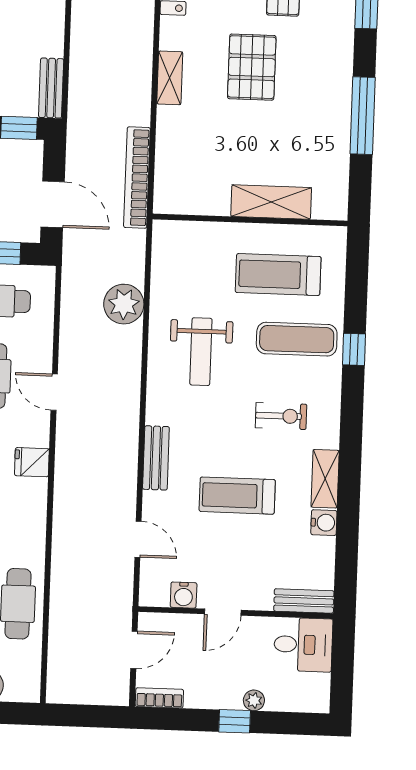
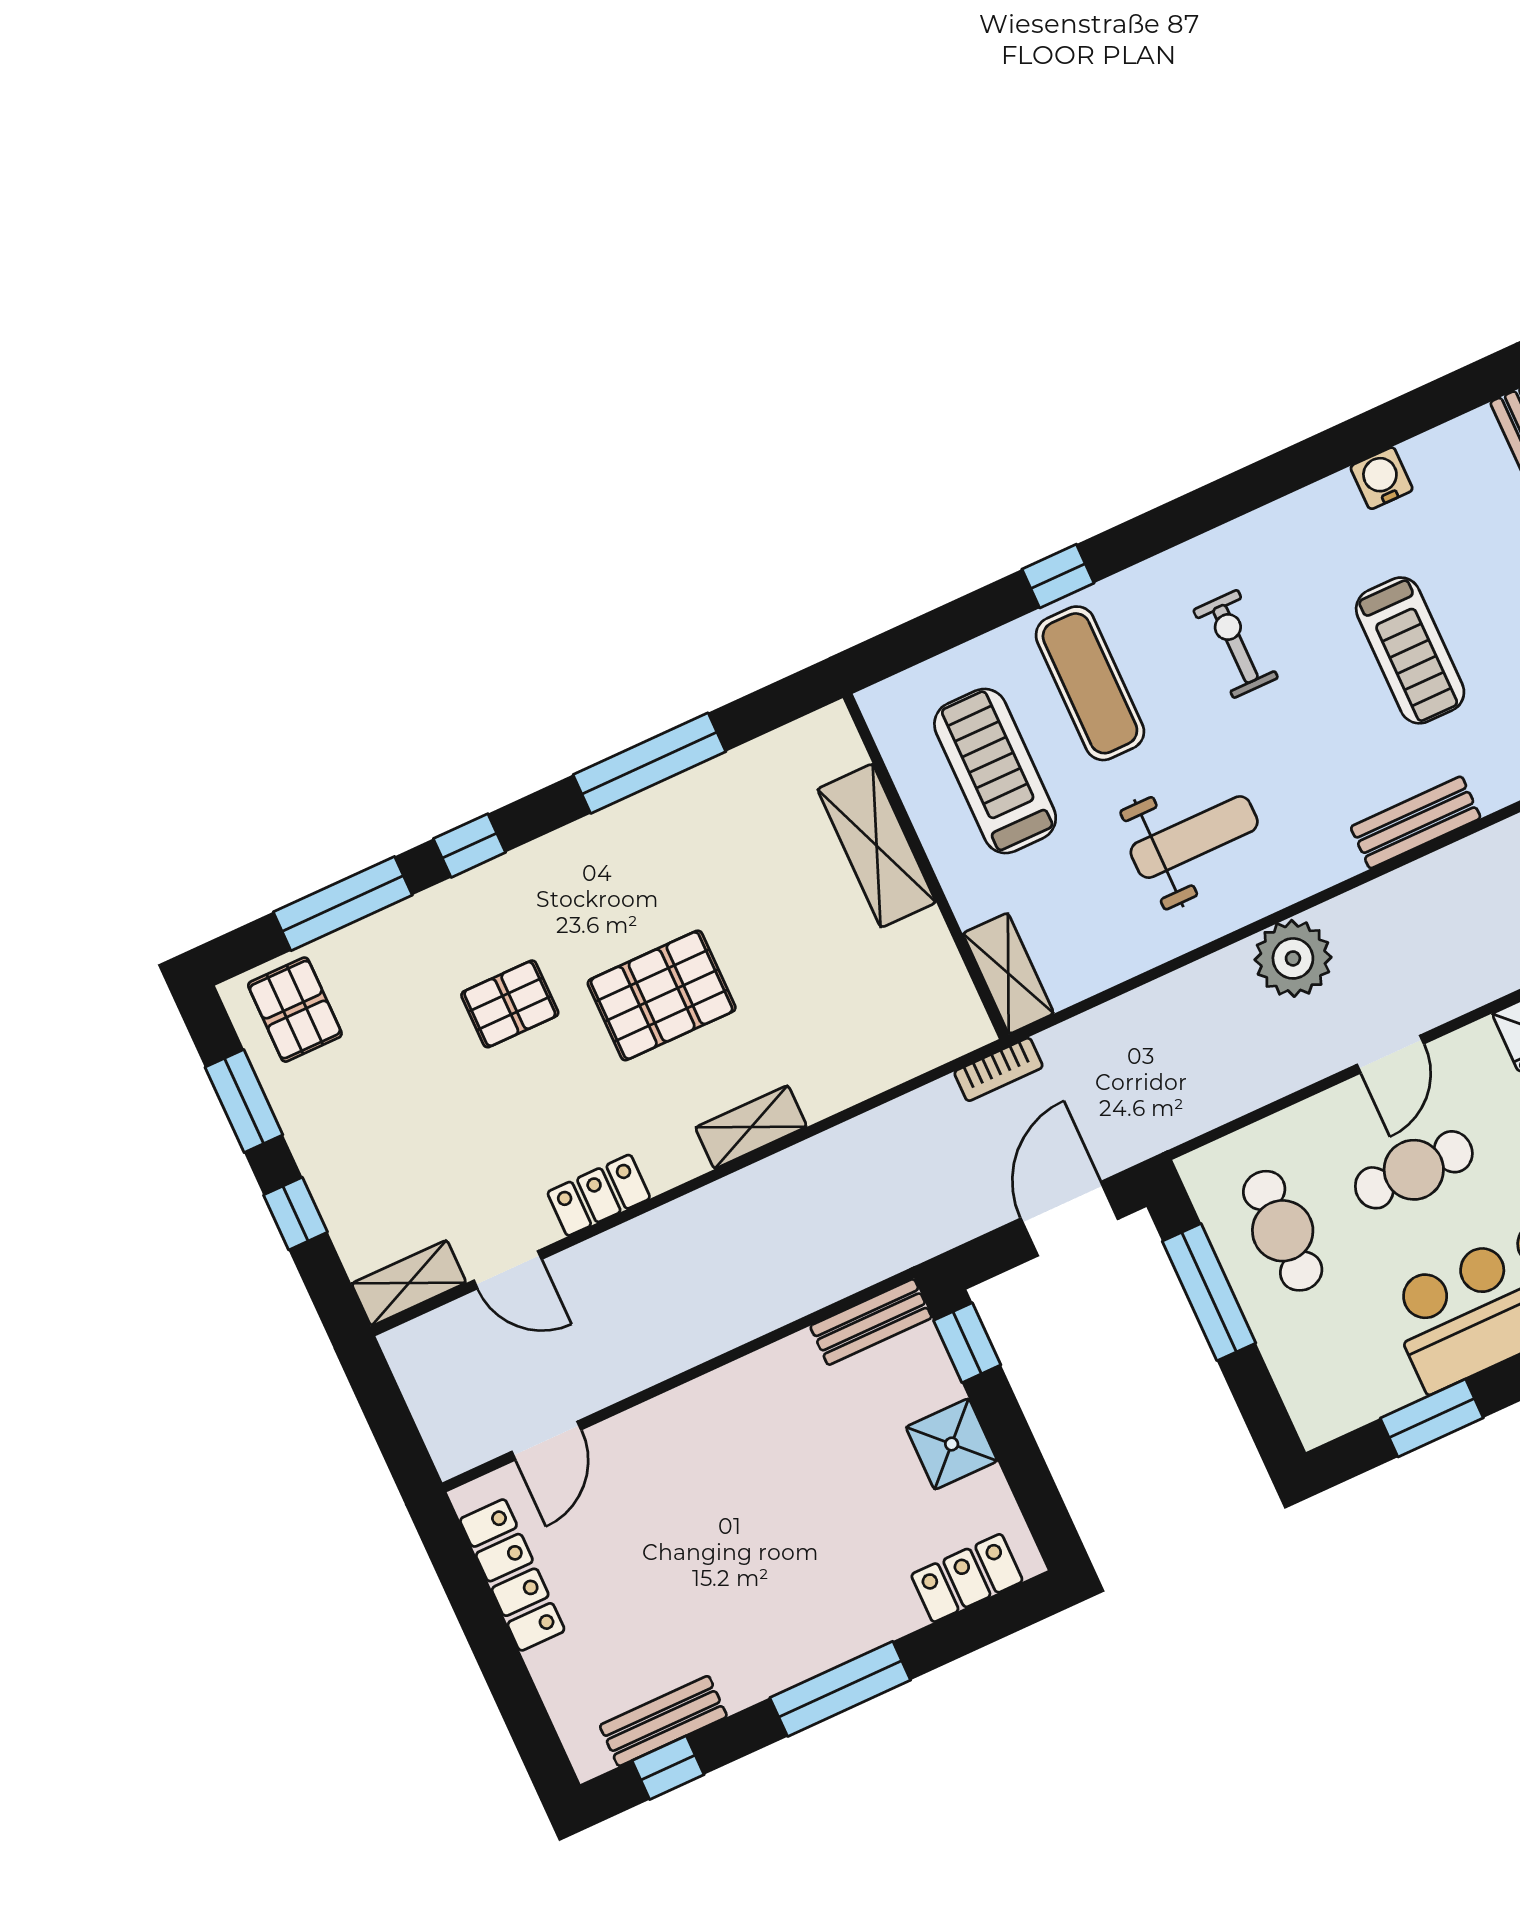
bookcase: (137, 178) -> (998, 1069), width x0.43, depth x0.76
treadmill: (278, 275) -> (995, 771), turned 180
plant: (124, 304) -> (1293, 958), moved
shelving: (325, 479) -> (1008, 973), moved, turned 90

